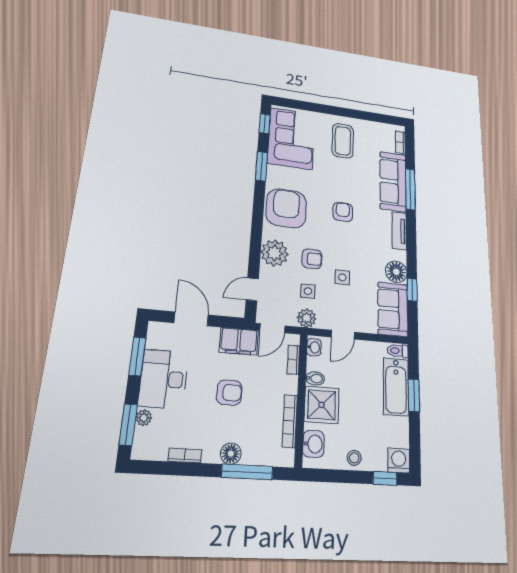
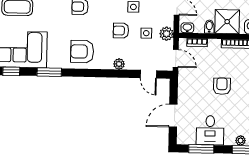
armchair: (286, 208) -> (82, 51), width x0.73, depth x0.73
plant: (275, 253) -> (119, 64), width x0.53, depth x0.53
armchair: (312, 259) -> (121, 31), turned -90
filing cabinet: (239, 341) -> (187, 82), removed
desk: (164, 379) -> (210, 130), width x0.73

